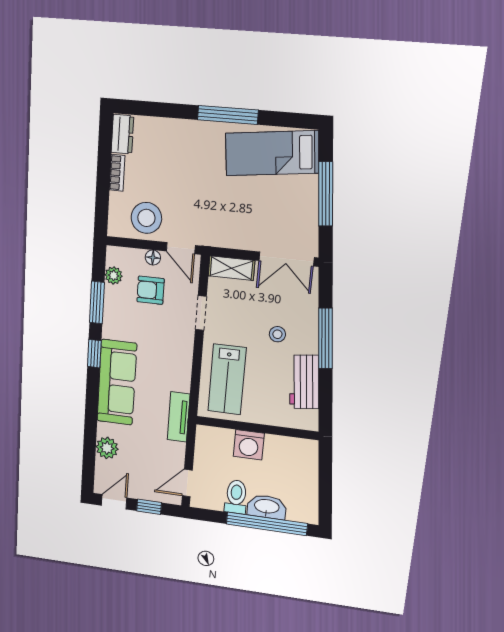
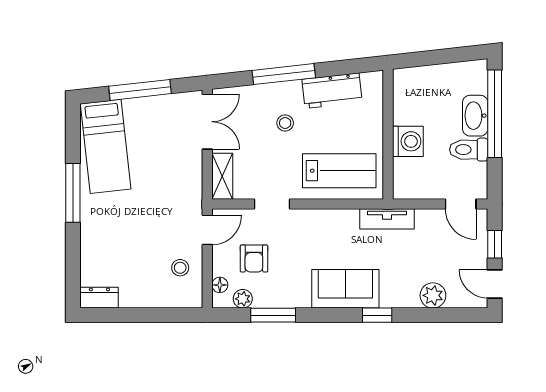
bookcase: (117, 173) -> (138, 301), removed
stool: (146, 218) -> (180, 268), width x0.53, depth x0.53
floor lamp: (153, 258) -> (220, 285), moved
window: (94, 354) -> (377, 315), moved
sofa: (117, 382) -> (345, 289), width x0.73

